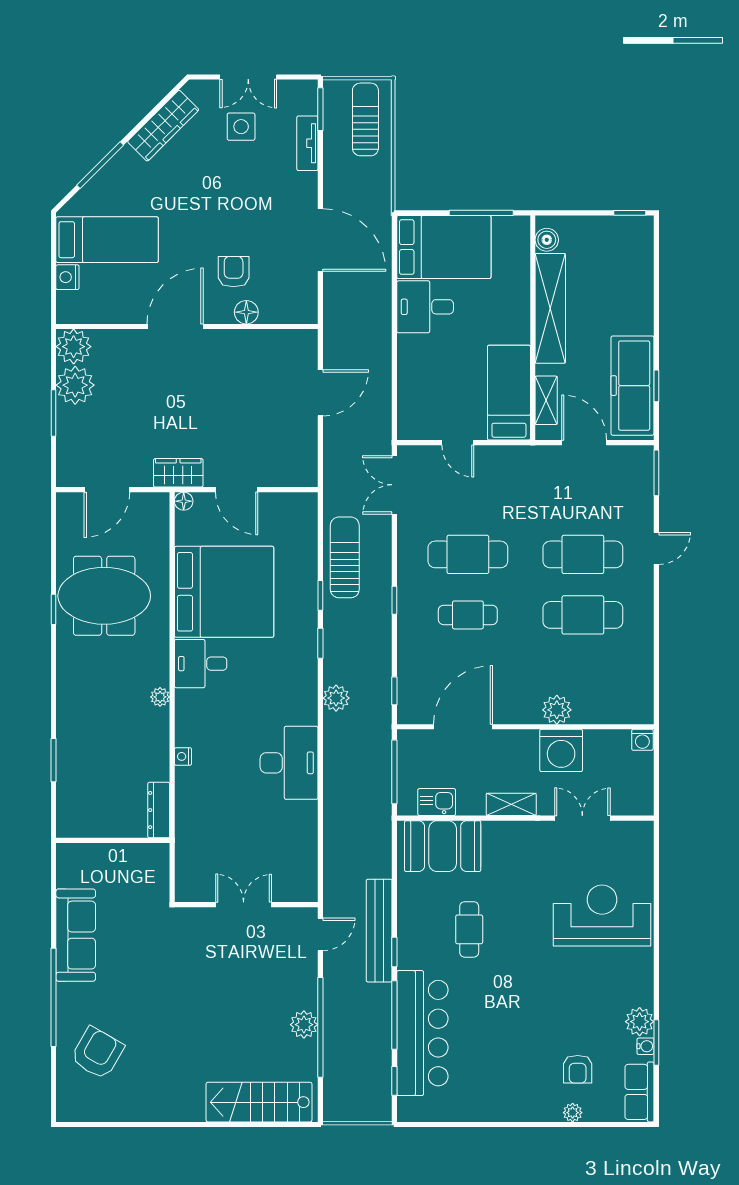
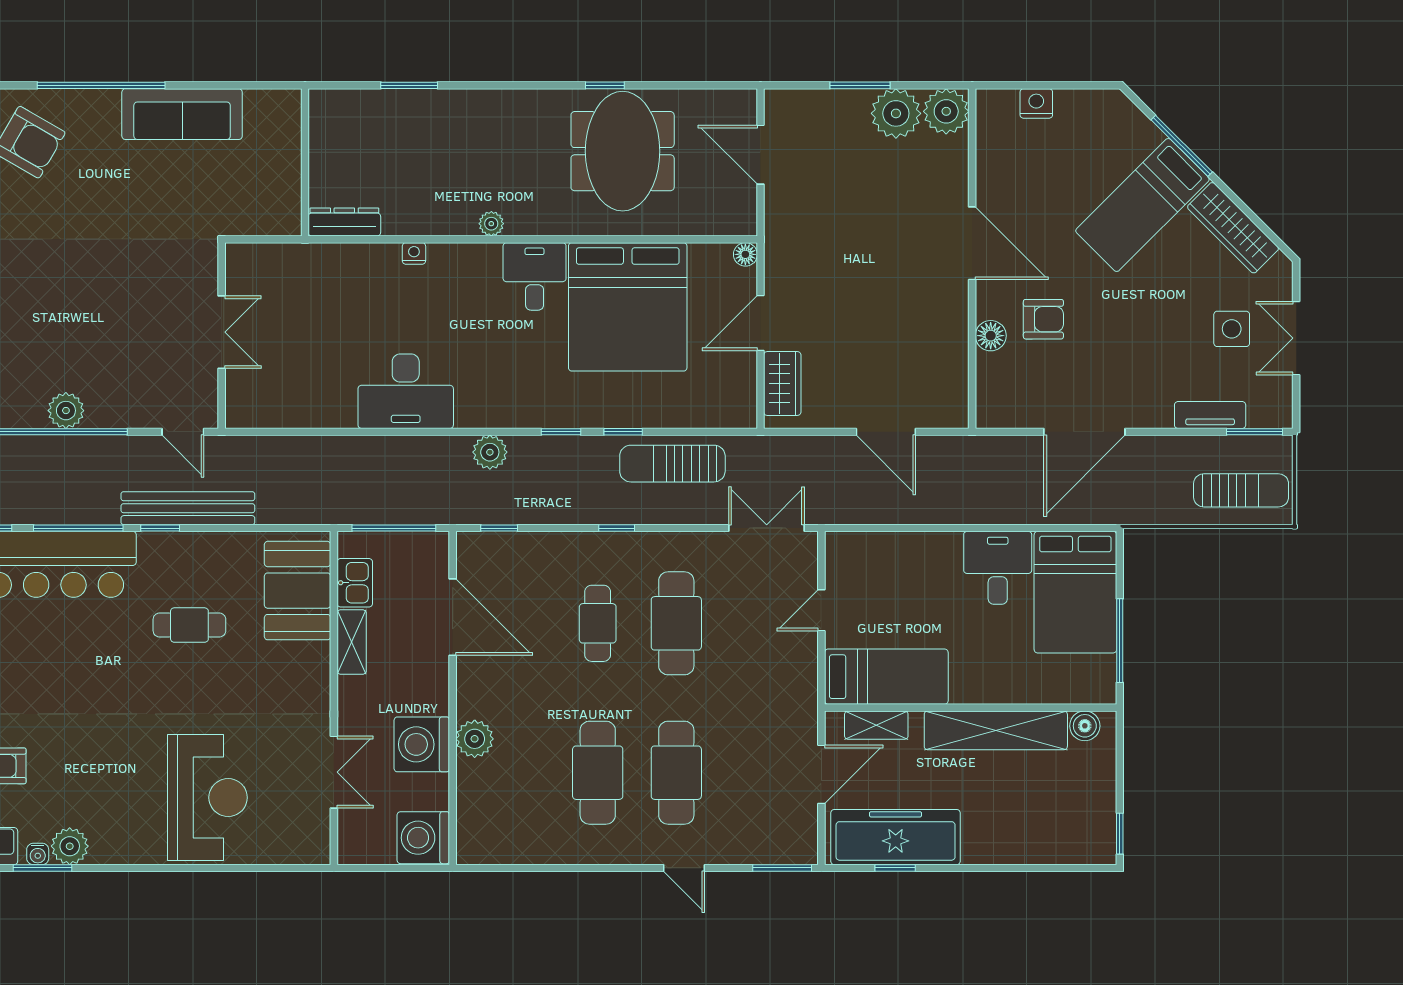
bed: (107, 240) -> (1142, 205), moved, turned 45
wardrobe: (178, 473) -> (782, 383), moved
sun lounger: (345, 557) -> (672, 464), turned 180
washing machine: (642, 740) -> (423, 838), width x1.89, depth x1.89
shelving: (511, 804) -> (352, 642), moved

